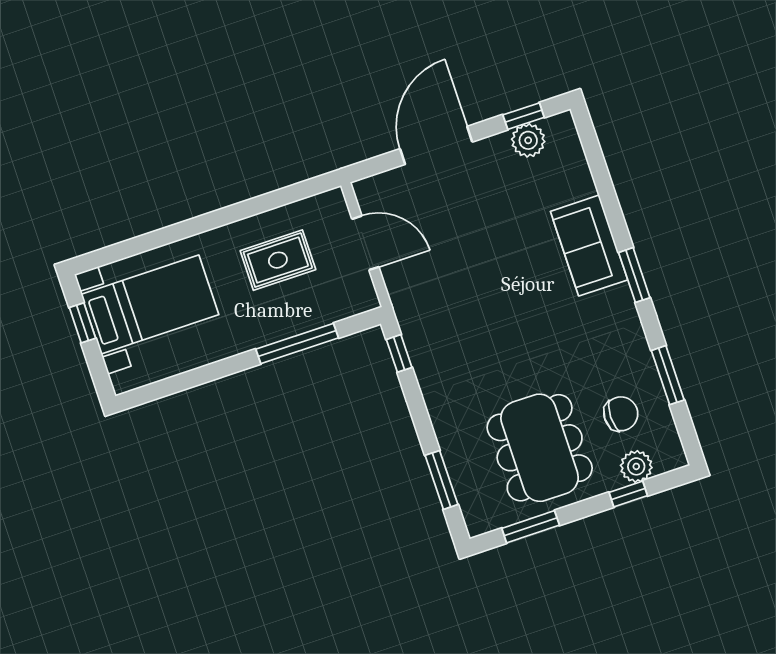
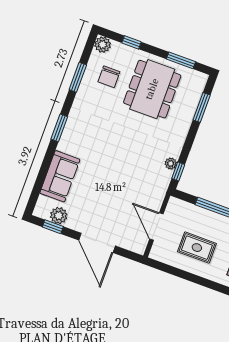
door: (436, 145) -> (97, 243), hinge flipped
sofa: (589, 246) -> (60, 176), moved
plant: (421, 357) -> (171, 163), added
chair: (621, 414) -> (109, 77), turned -90
plant: (636, 466) -> (103, 45), moved

